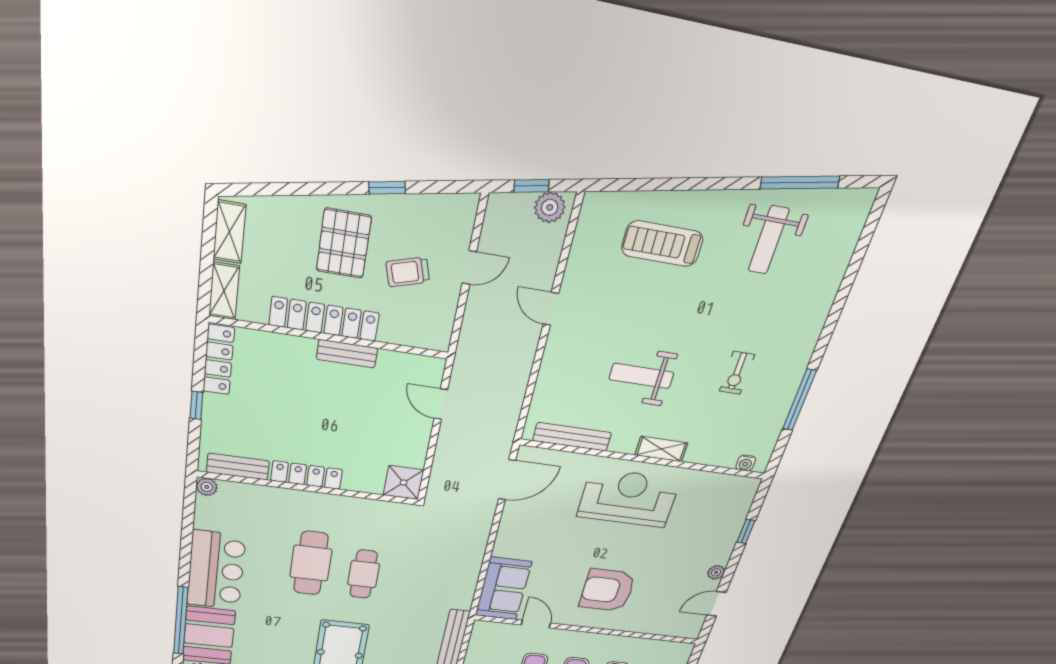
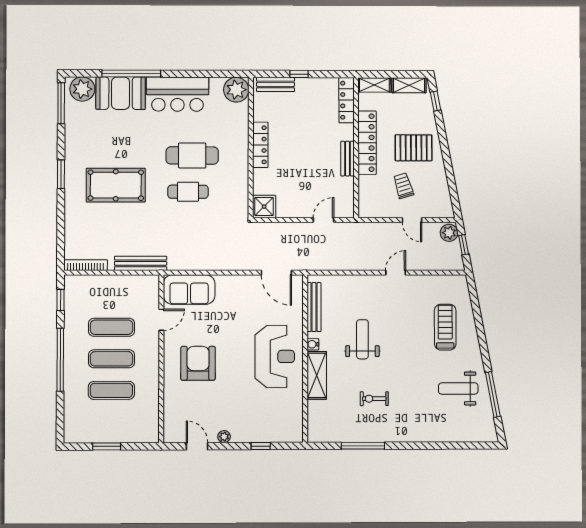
window: (387, 188) -> (436, 101), moved
plant: (550, 207) -> (449, 233), moved
locker: (219, 360) -> (347, 100), moved, turned 90
shelving: (661, 449) -> (317, 375), width x1.50, depth x1.33
water cooler: (746, 463) -> (313, 344), moved
bench: (238, 467) -> (275, 84), moved, turned 90
plant: (207, 487) -> (236, 90), width x1.87, depth x1.87

